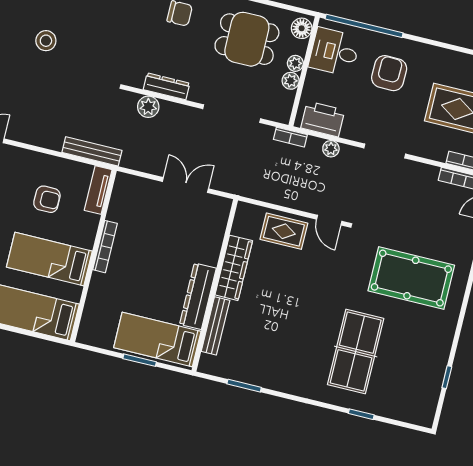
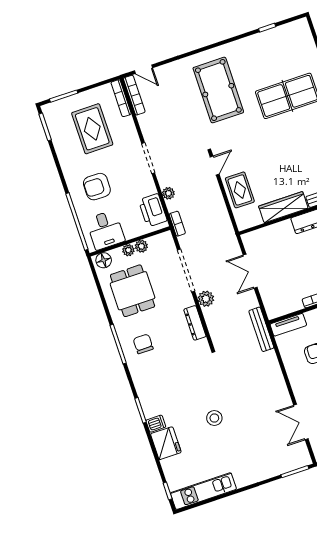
plant: (148, 107) -> (206, 299), moved
bench: (92, 151) -> (261, 329), moved

